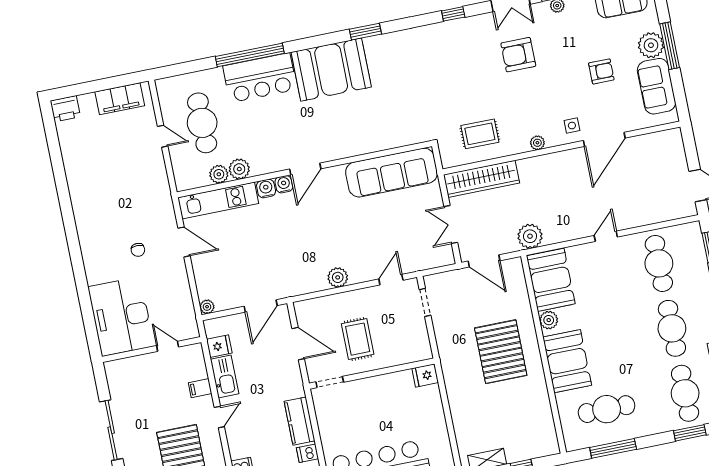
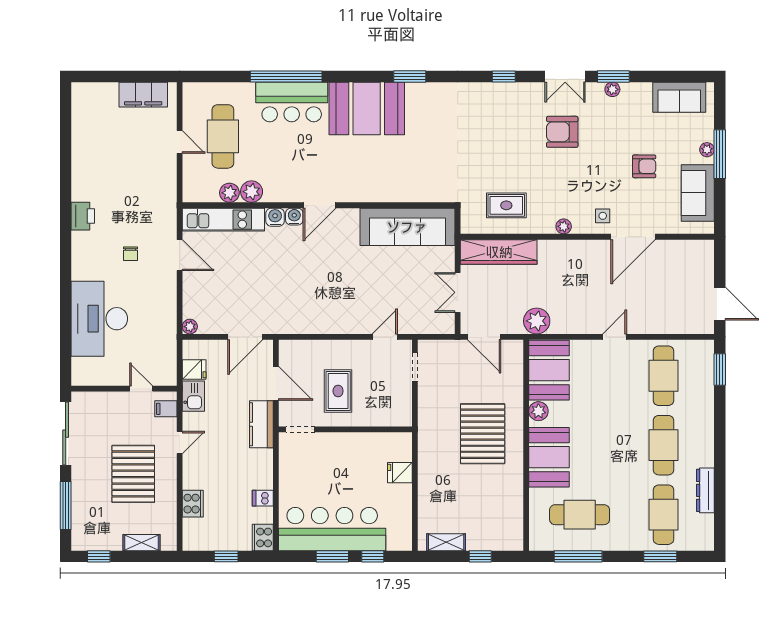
plant: (651, 45) -> (707, 150), width x0.53, depth x0.53
printer: (65, 109) -> (83, 216), moved, turned -90
plant: (338, 277) -> (330, 323), removed
door: (168, 346) -> (141, 389), moved
wall: (152, 349) -> (124, 389), moved
fridge: (425, 375) -> (400, 473), moved
kitchen sink: (225, 376) -> (193, 396), width x0.73
kitchen counter: (300, 421) -> (261, 424), moved

